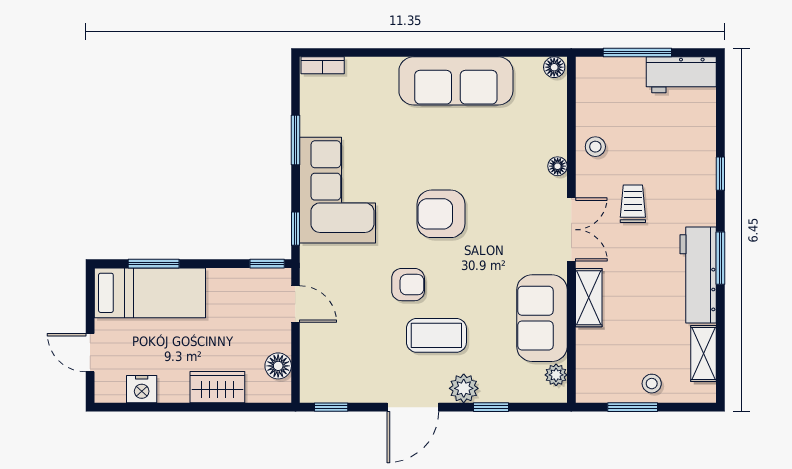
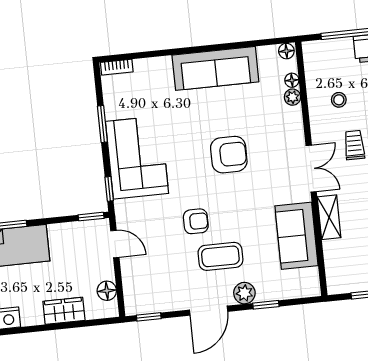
stool: (595, 147) -> (339, 100), moved
floor lamp: (558, 166) -> (292, 80), moved
armchair: (441, 214) -> (229, 155), moved, turned 180
plant: (556, 375) -> (293, 97), moved

